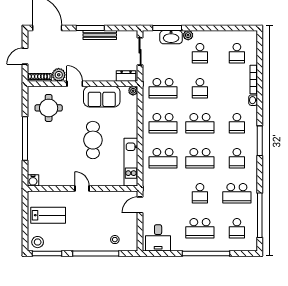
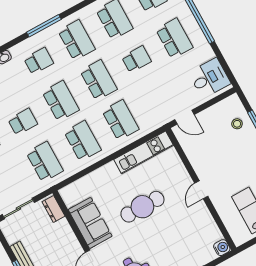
plant: (133, 91) -> (65, 193), removed
school desk: (237, 158) -> (77, 40), width x1.85

